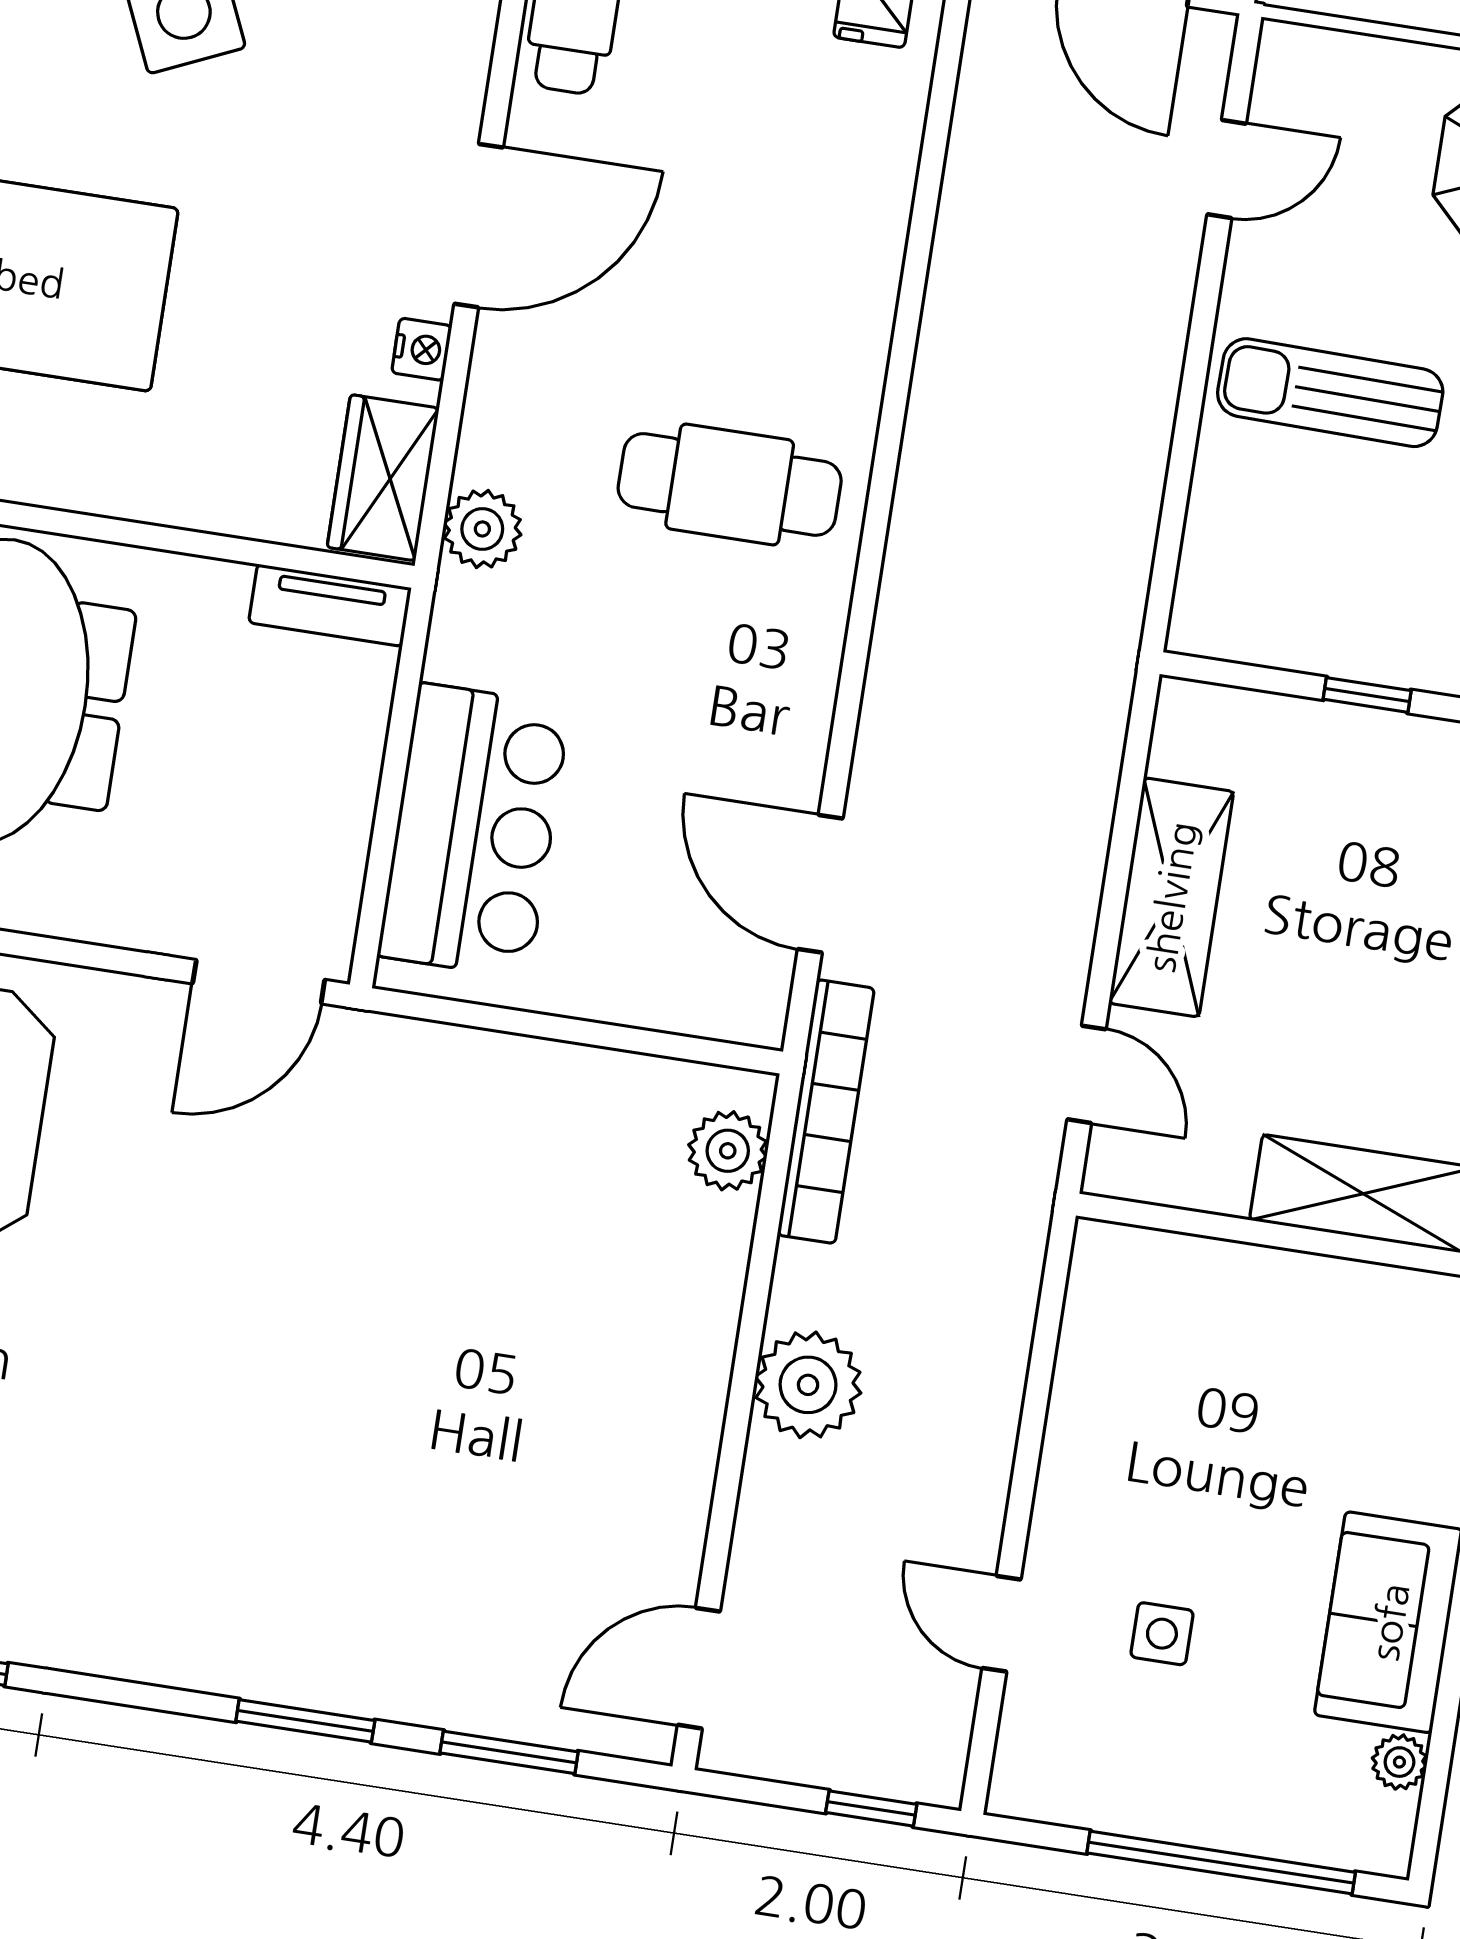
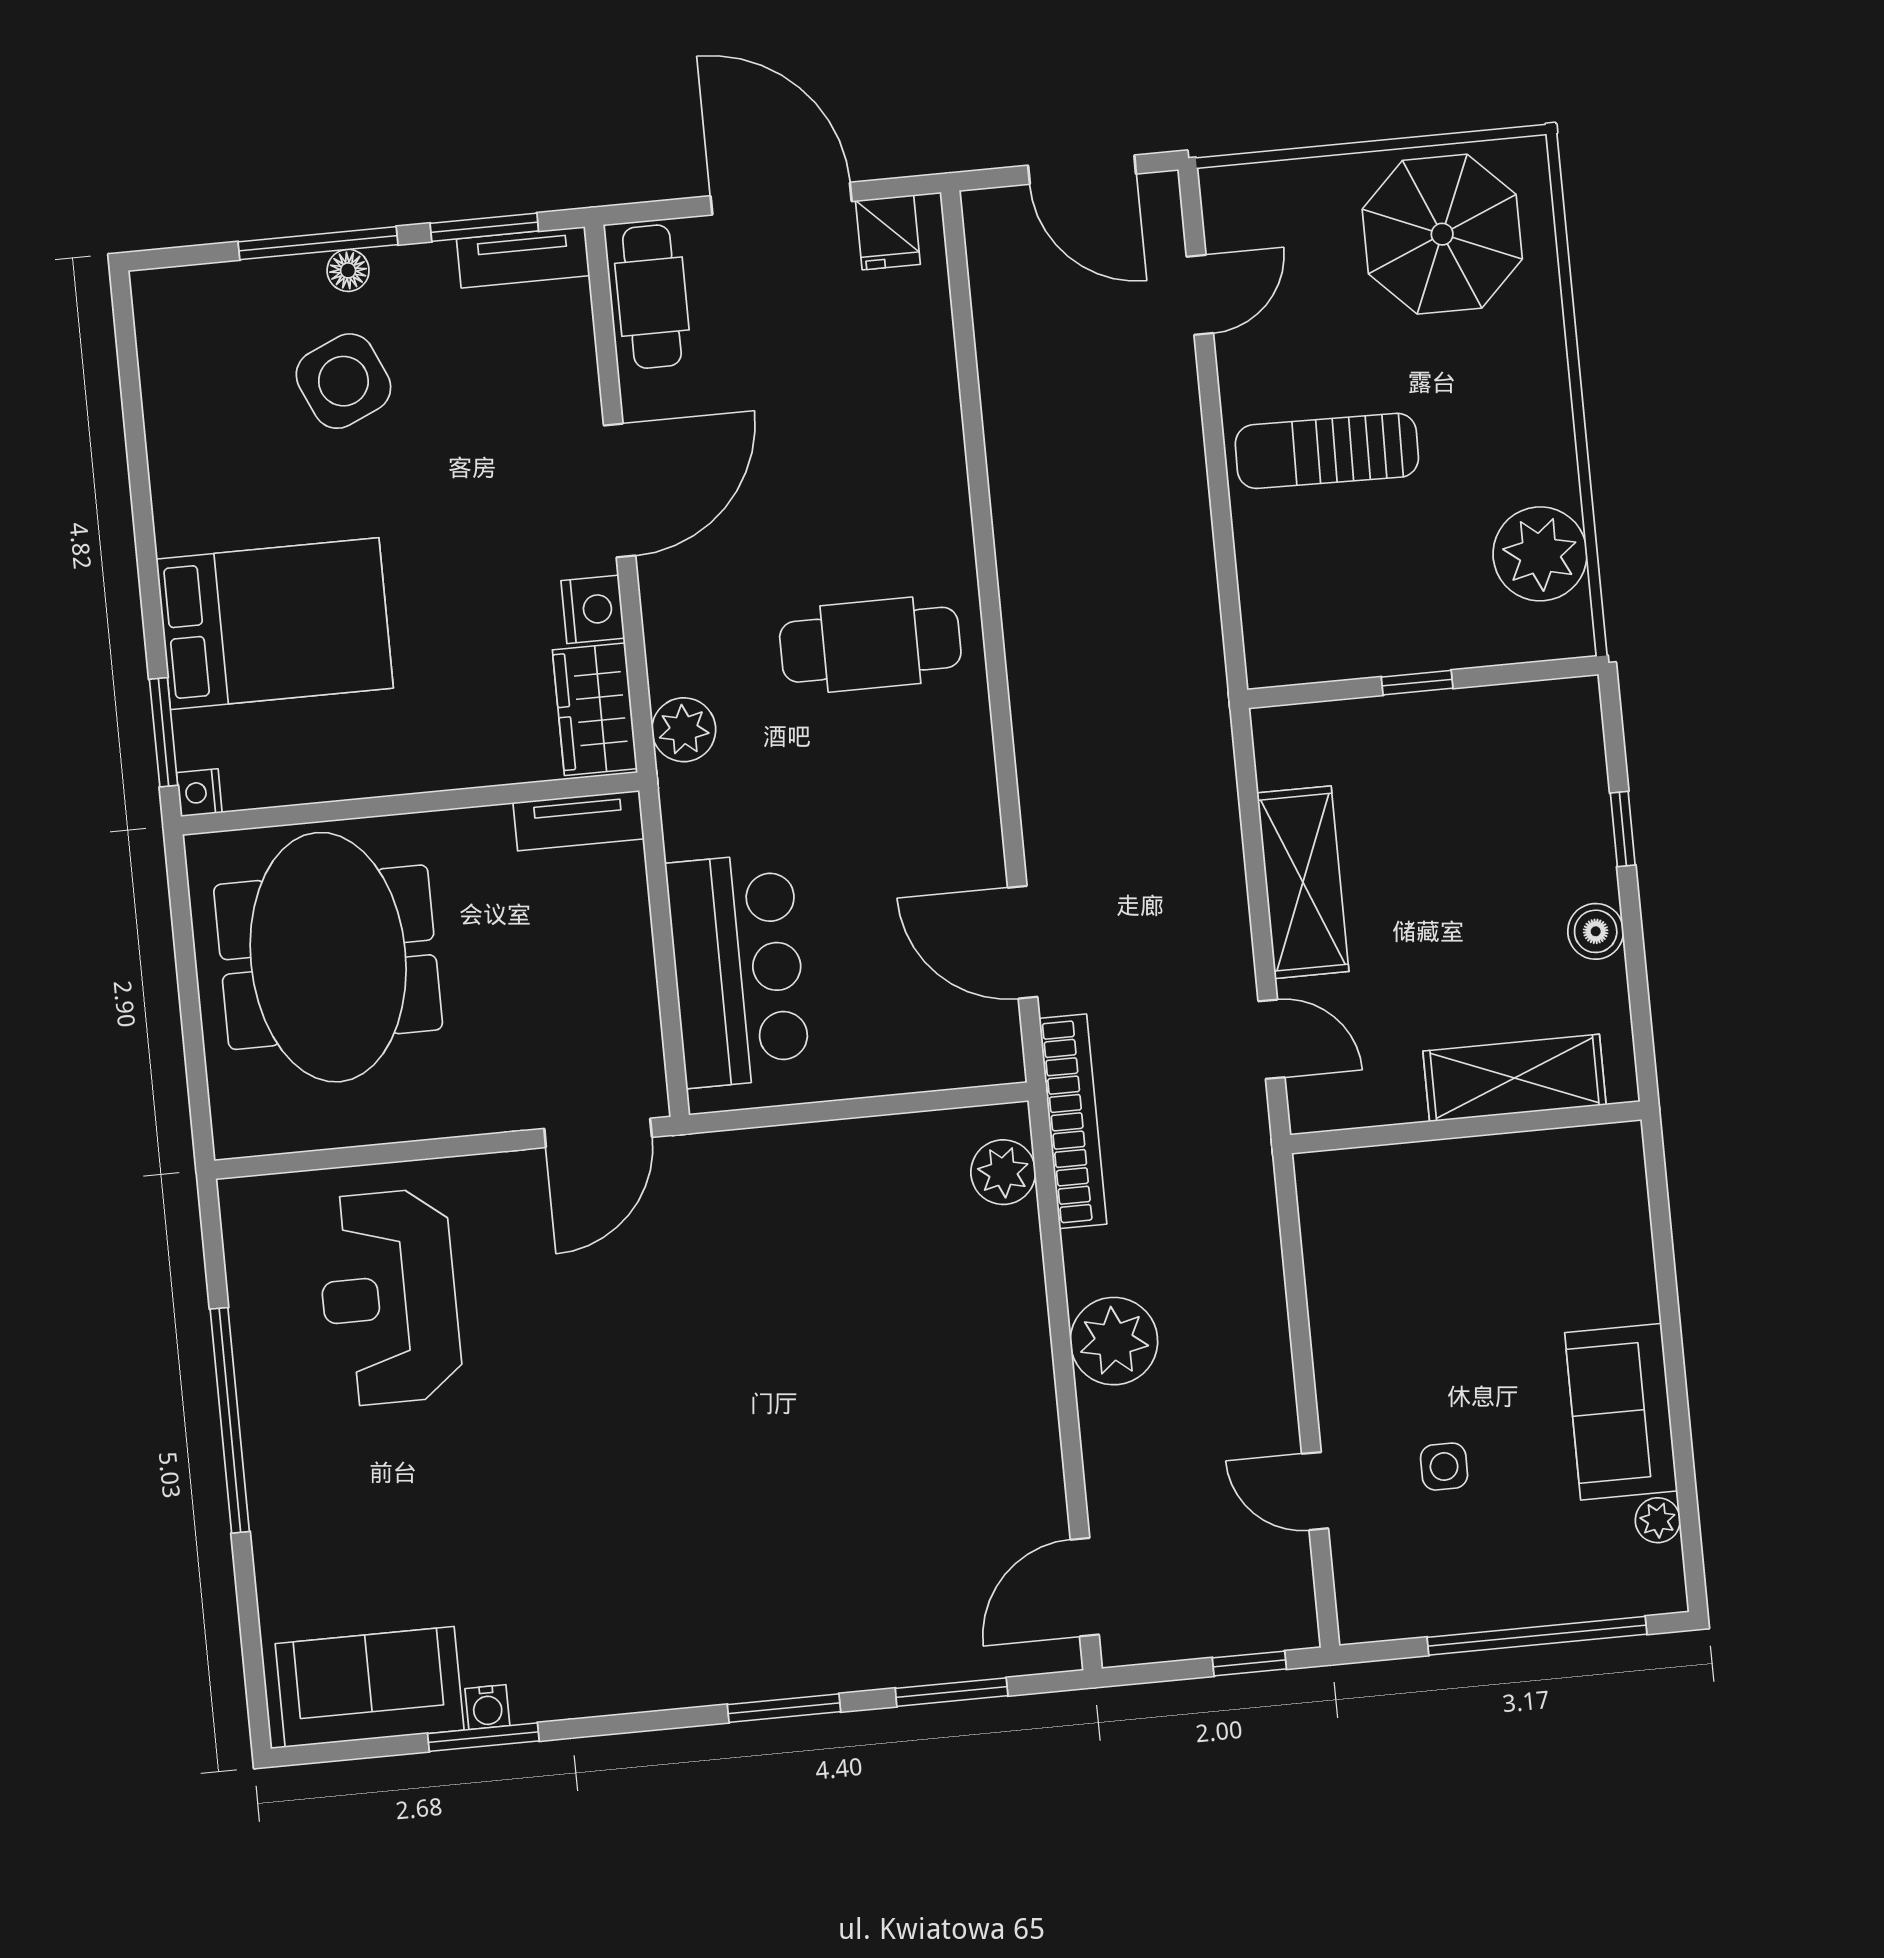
nightstand: (422, 349) -> (593, 609), width x1.39, depth x1.35

